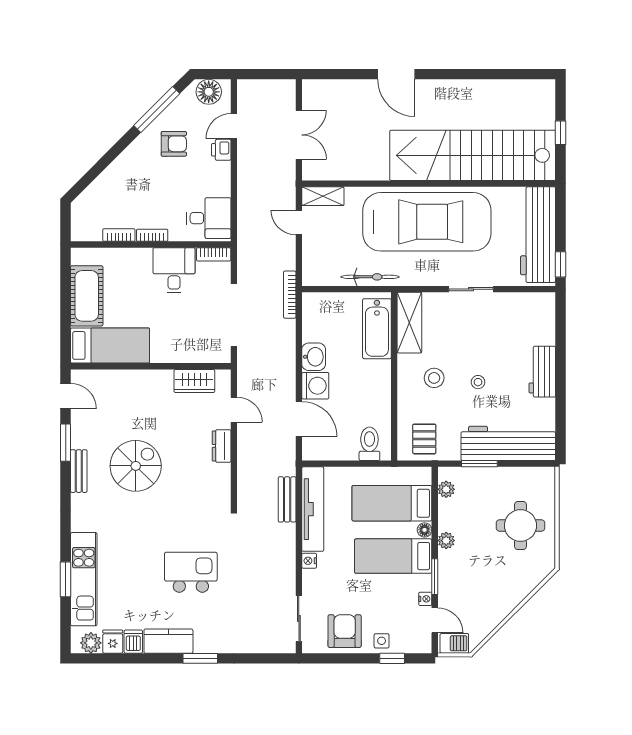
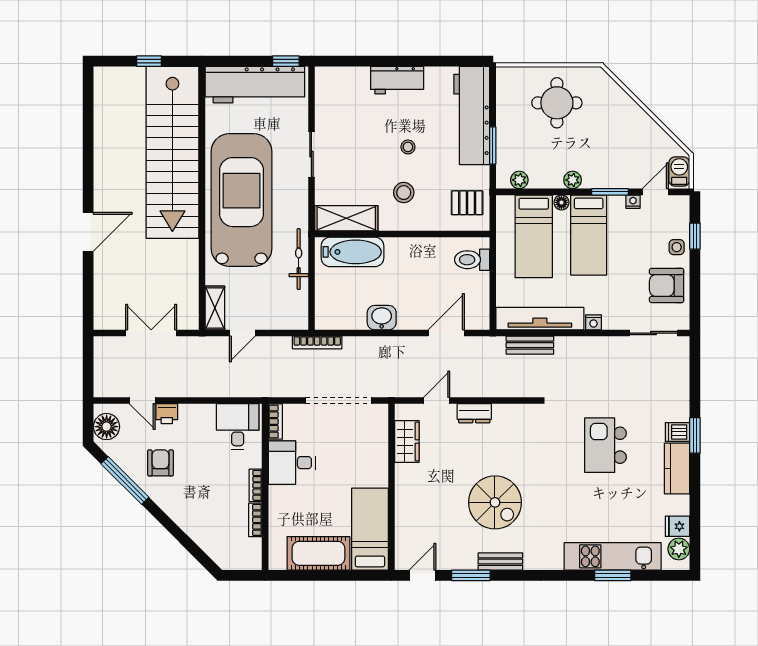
washing machine: (315, 386) -> (412, 316), removed
spiral stairs: (136, 466) -> (495, 502), turned 180
dishwasher: (133, 642) -> (677, 432), moved

